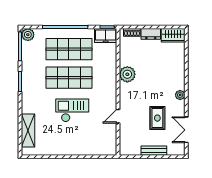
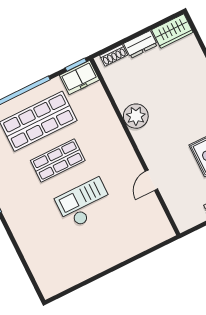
shop shelf: (69, 78) -> (58, 160), width x0.70, depth x0.74
shelving: (28, 131) -> (37, 261), removed

